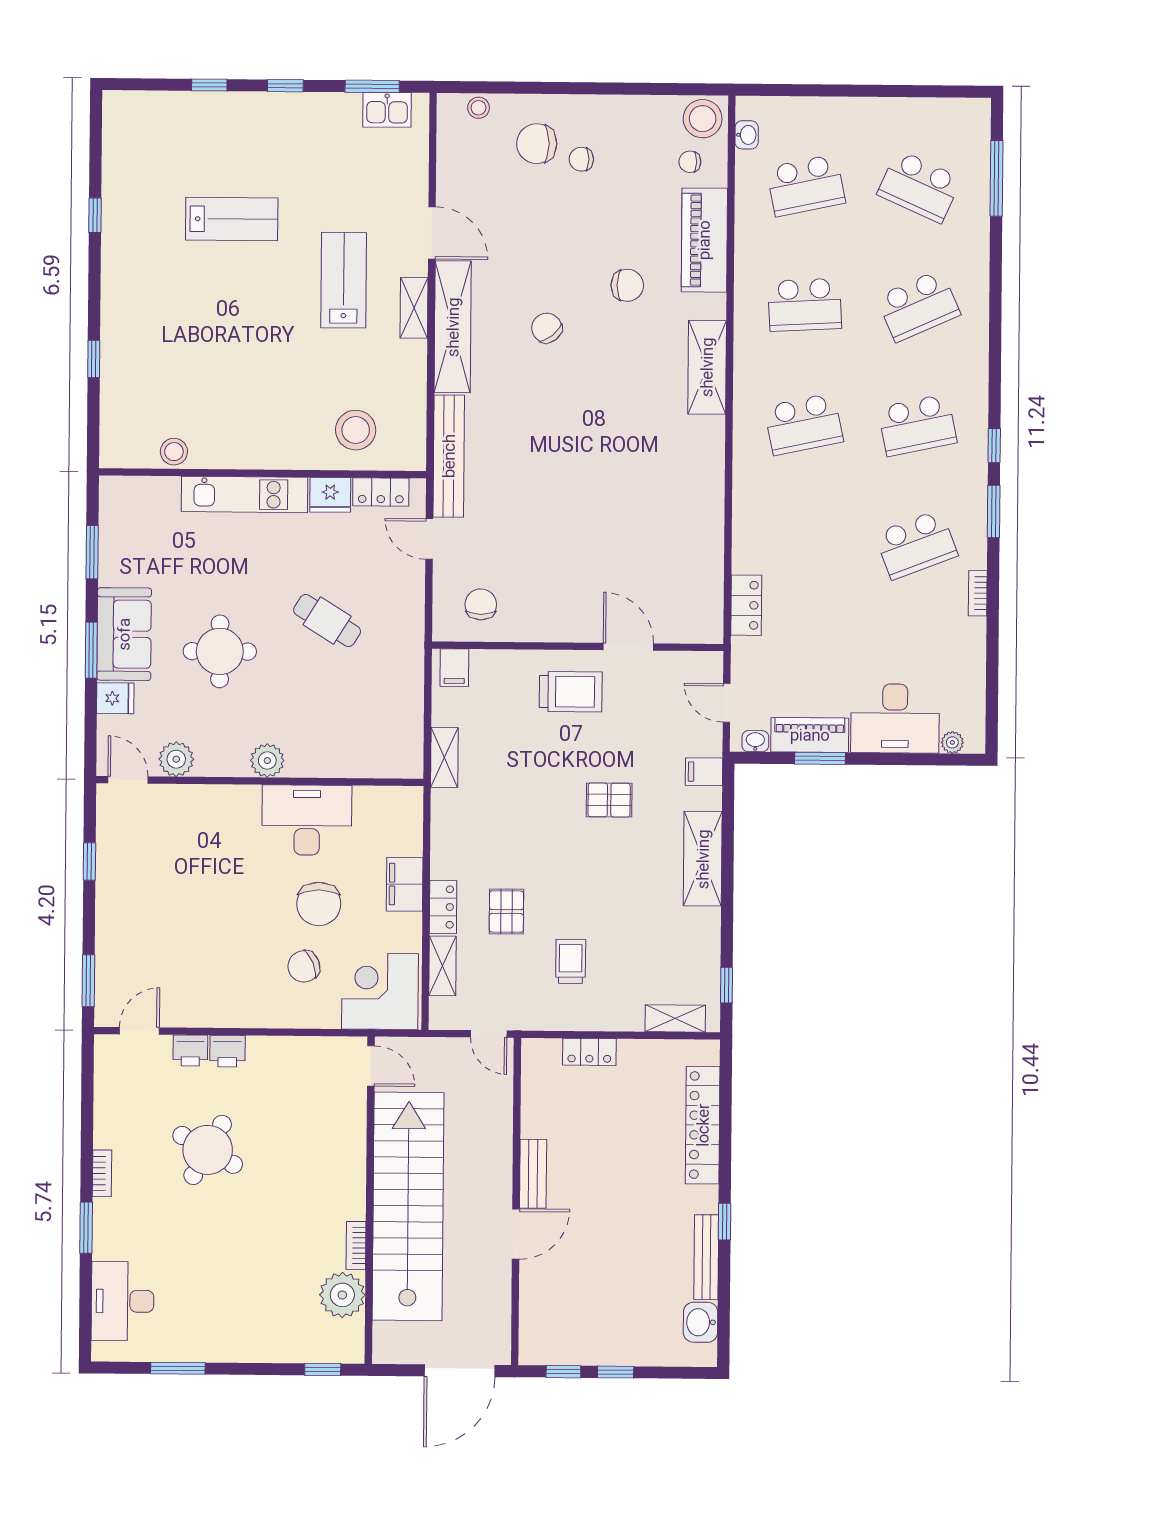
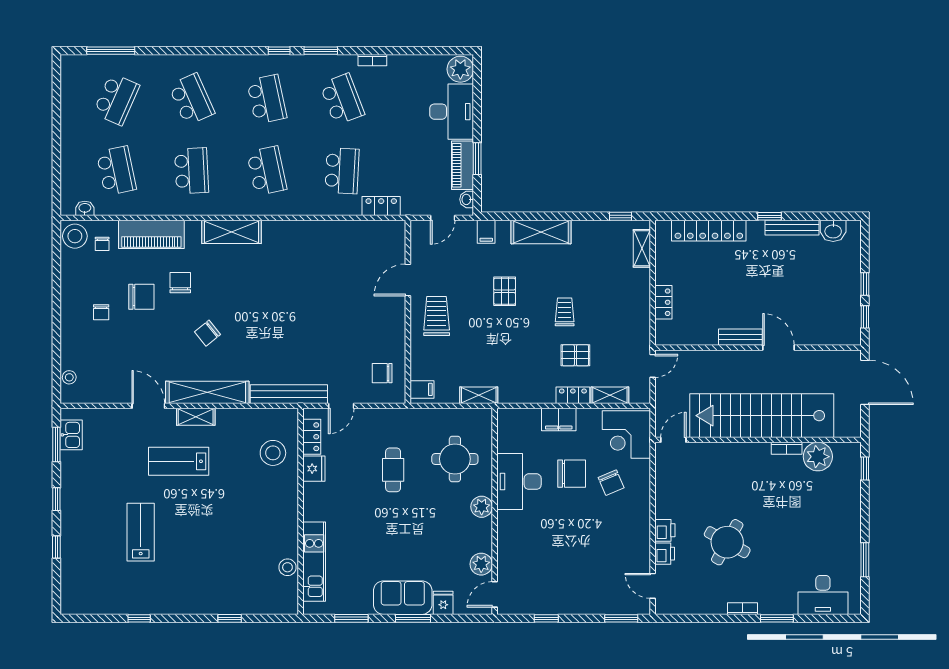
chair: (537, 144) -> (141, 297), moved, turned -90
door: (432, 233) -> (148, 406), hinge flipped
kitchen unit: (245, 494) -> (314, 562), moved
school desk: (803, 544) -> (342, 171), added
cafe table: (327, 621) -> (393, 470), turned -32
round table: (220, 651) -> (455, 459), moved
plant: (952, 742) -> (460, 69), width x1.88, depth x1.88
trolley: (571, 961) -> (565, 312), moved, turned 90

